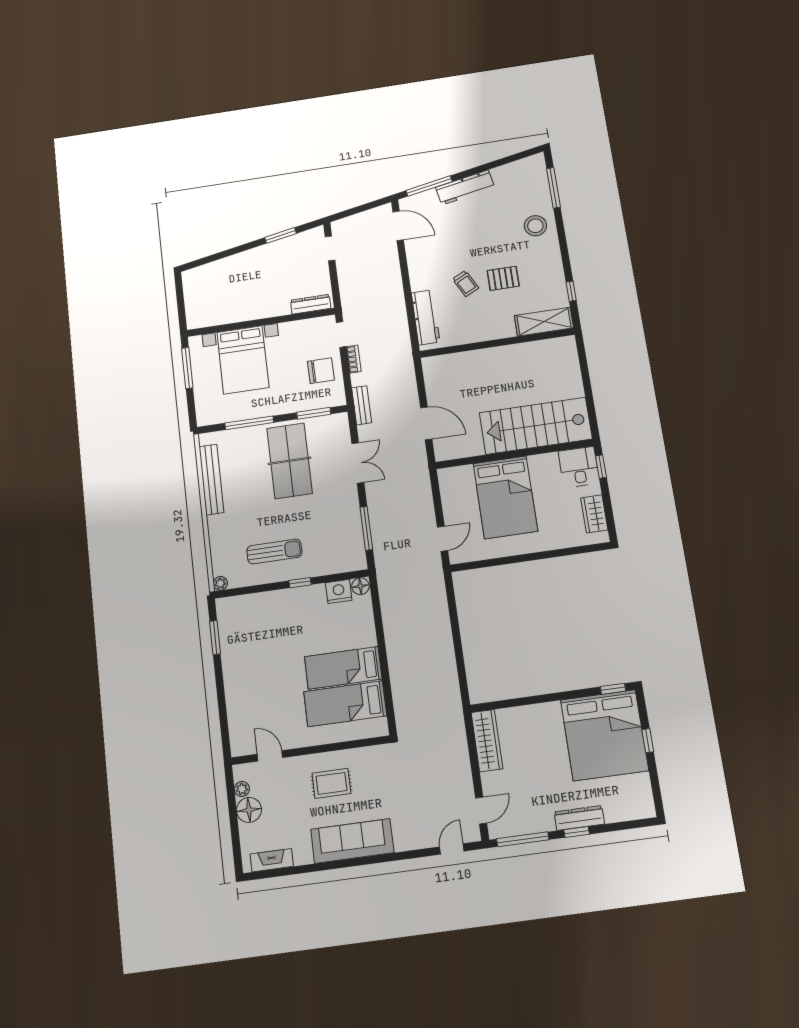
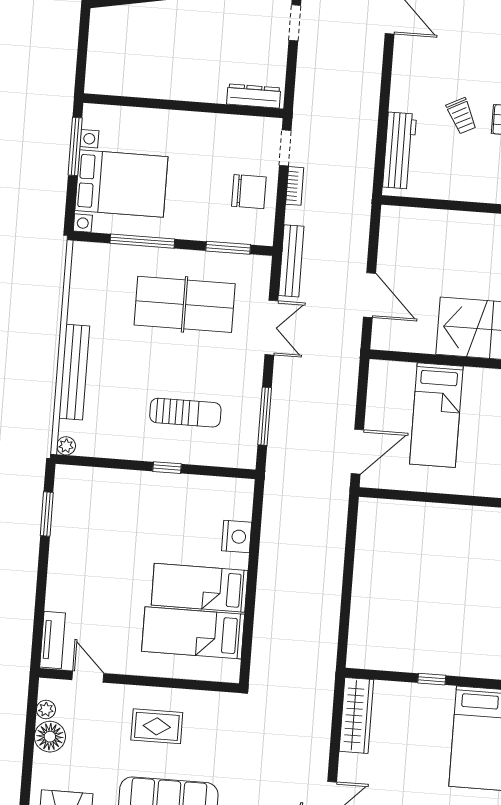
bed with nightstands: (243, 360) -> (121, 184), moved, turned -90
bench: (362, 405) -> (291, 261), width x1.36
table tennis table: (289, 461) -> (185, 304), turned 90
bench: (211, 479) -> (74, 372), moved
bed: (505, 497) -> (436, 415), width x0.67
door: (443, 539) -> (357, 452), width x1.38
sun lounger: (274, 552) -> (185, 413), moved
floor lamp: (360, 586) -> (242, 489), removed
nightstand: (339, 591) -> (237, 537), moved, turned 90
window: (540, 699) -> (432, 679), added
tv unit: (237, 733) -> (53, 640), added

